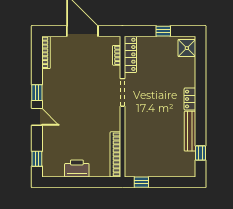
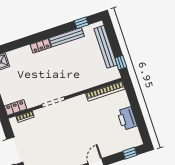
locker: (130, 54) -> (16, 108), width x0.66
bench: (165, 171) -> (106, 47), added

